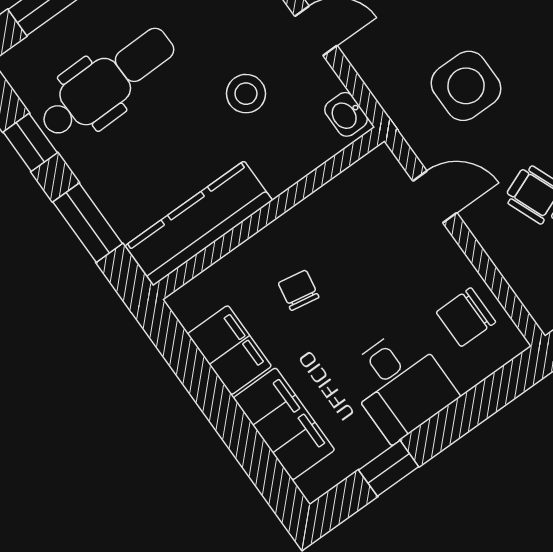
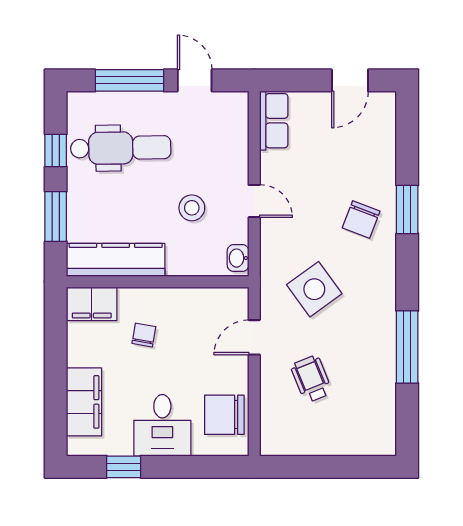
side table: (466, 86) -> (314, 289), turned -36
door: (435, 197) -> (254, 337), swing flipped
chair: (466, 317) -> (224, 415), width x1.37, depth x1.37
filing cabinet: (230, 350) -> (92, 304), moved, turned 90

